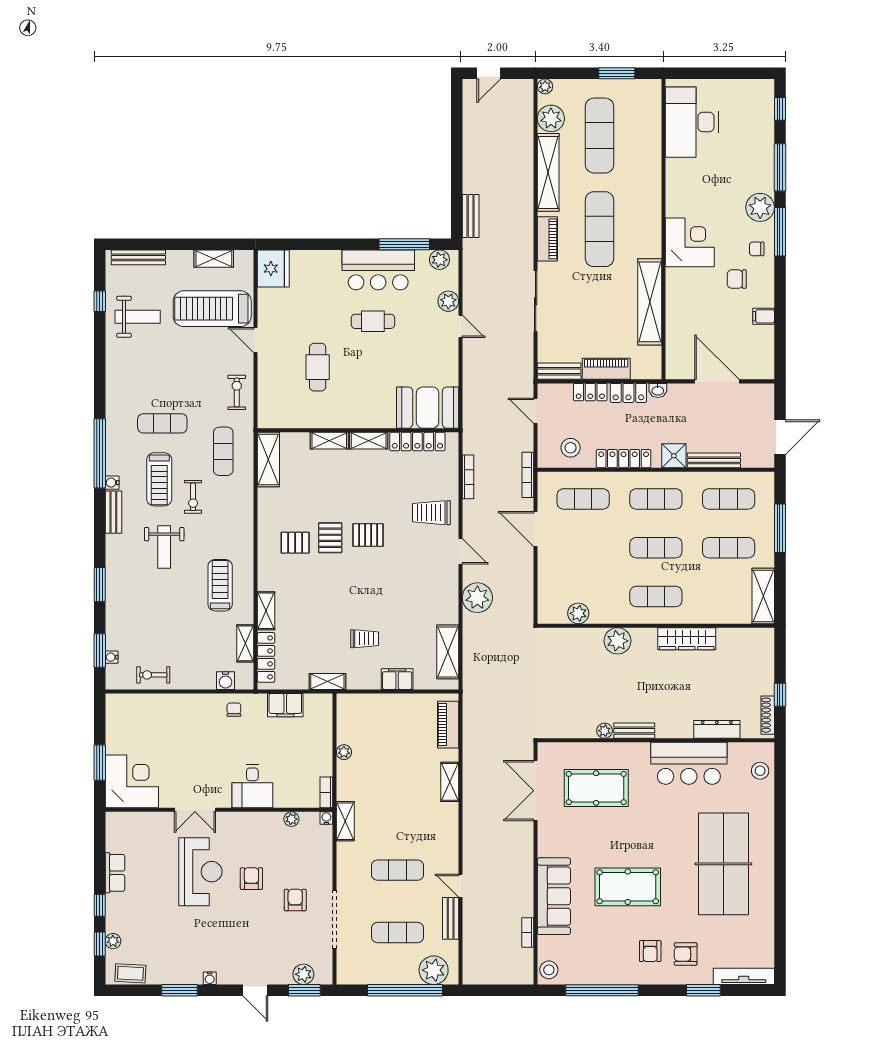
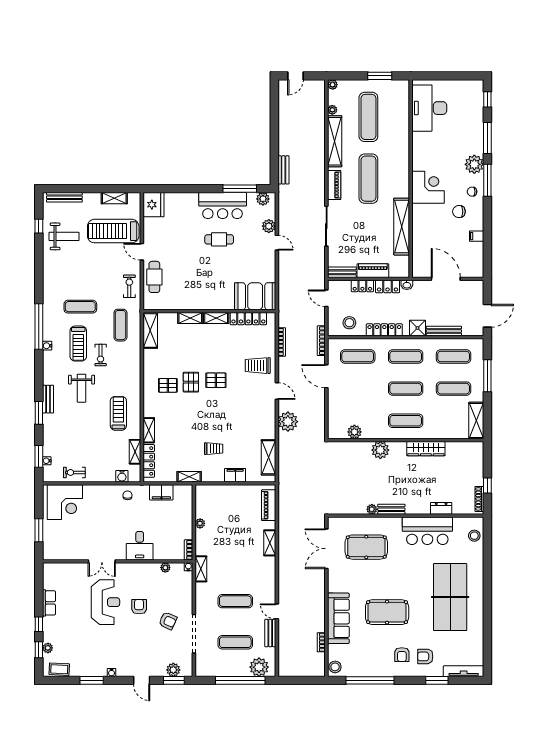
plant: (551, 118) -> (332, 110), width x0.53, depth x0.53
cafe table: (318, 367) -> (154, 277), moved
bench: (113, 512) -> (48, 399), moved
dresser: (717, 729) -> (441, 508), width x0.70
corner desk: (132, 781) -> (65, 502), moved, turned 90
armchair: (295, 900) -> (168, 621), turned 114

